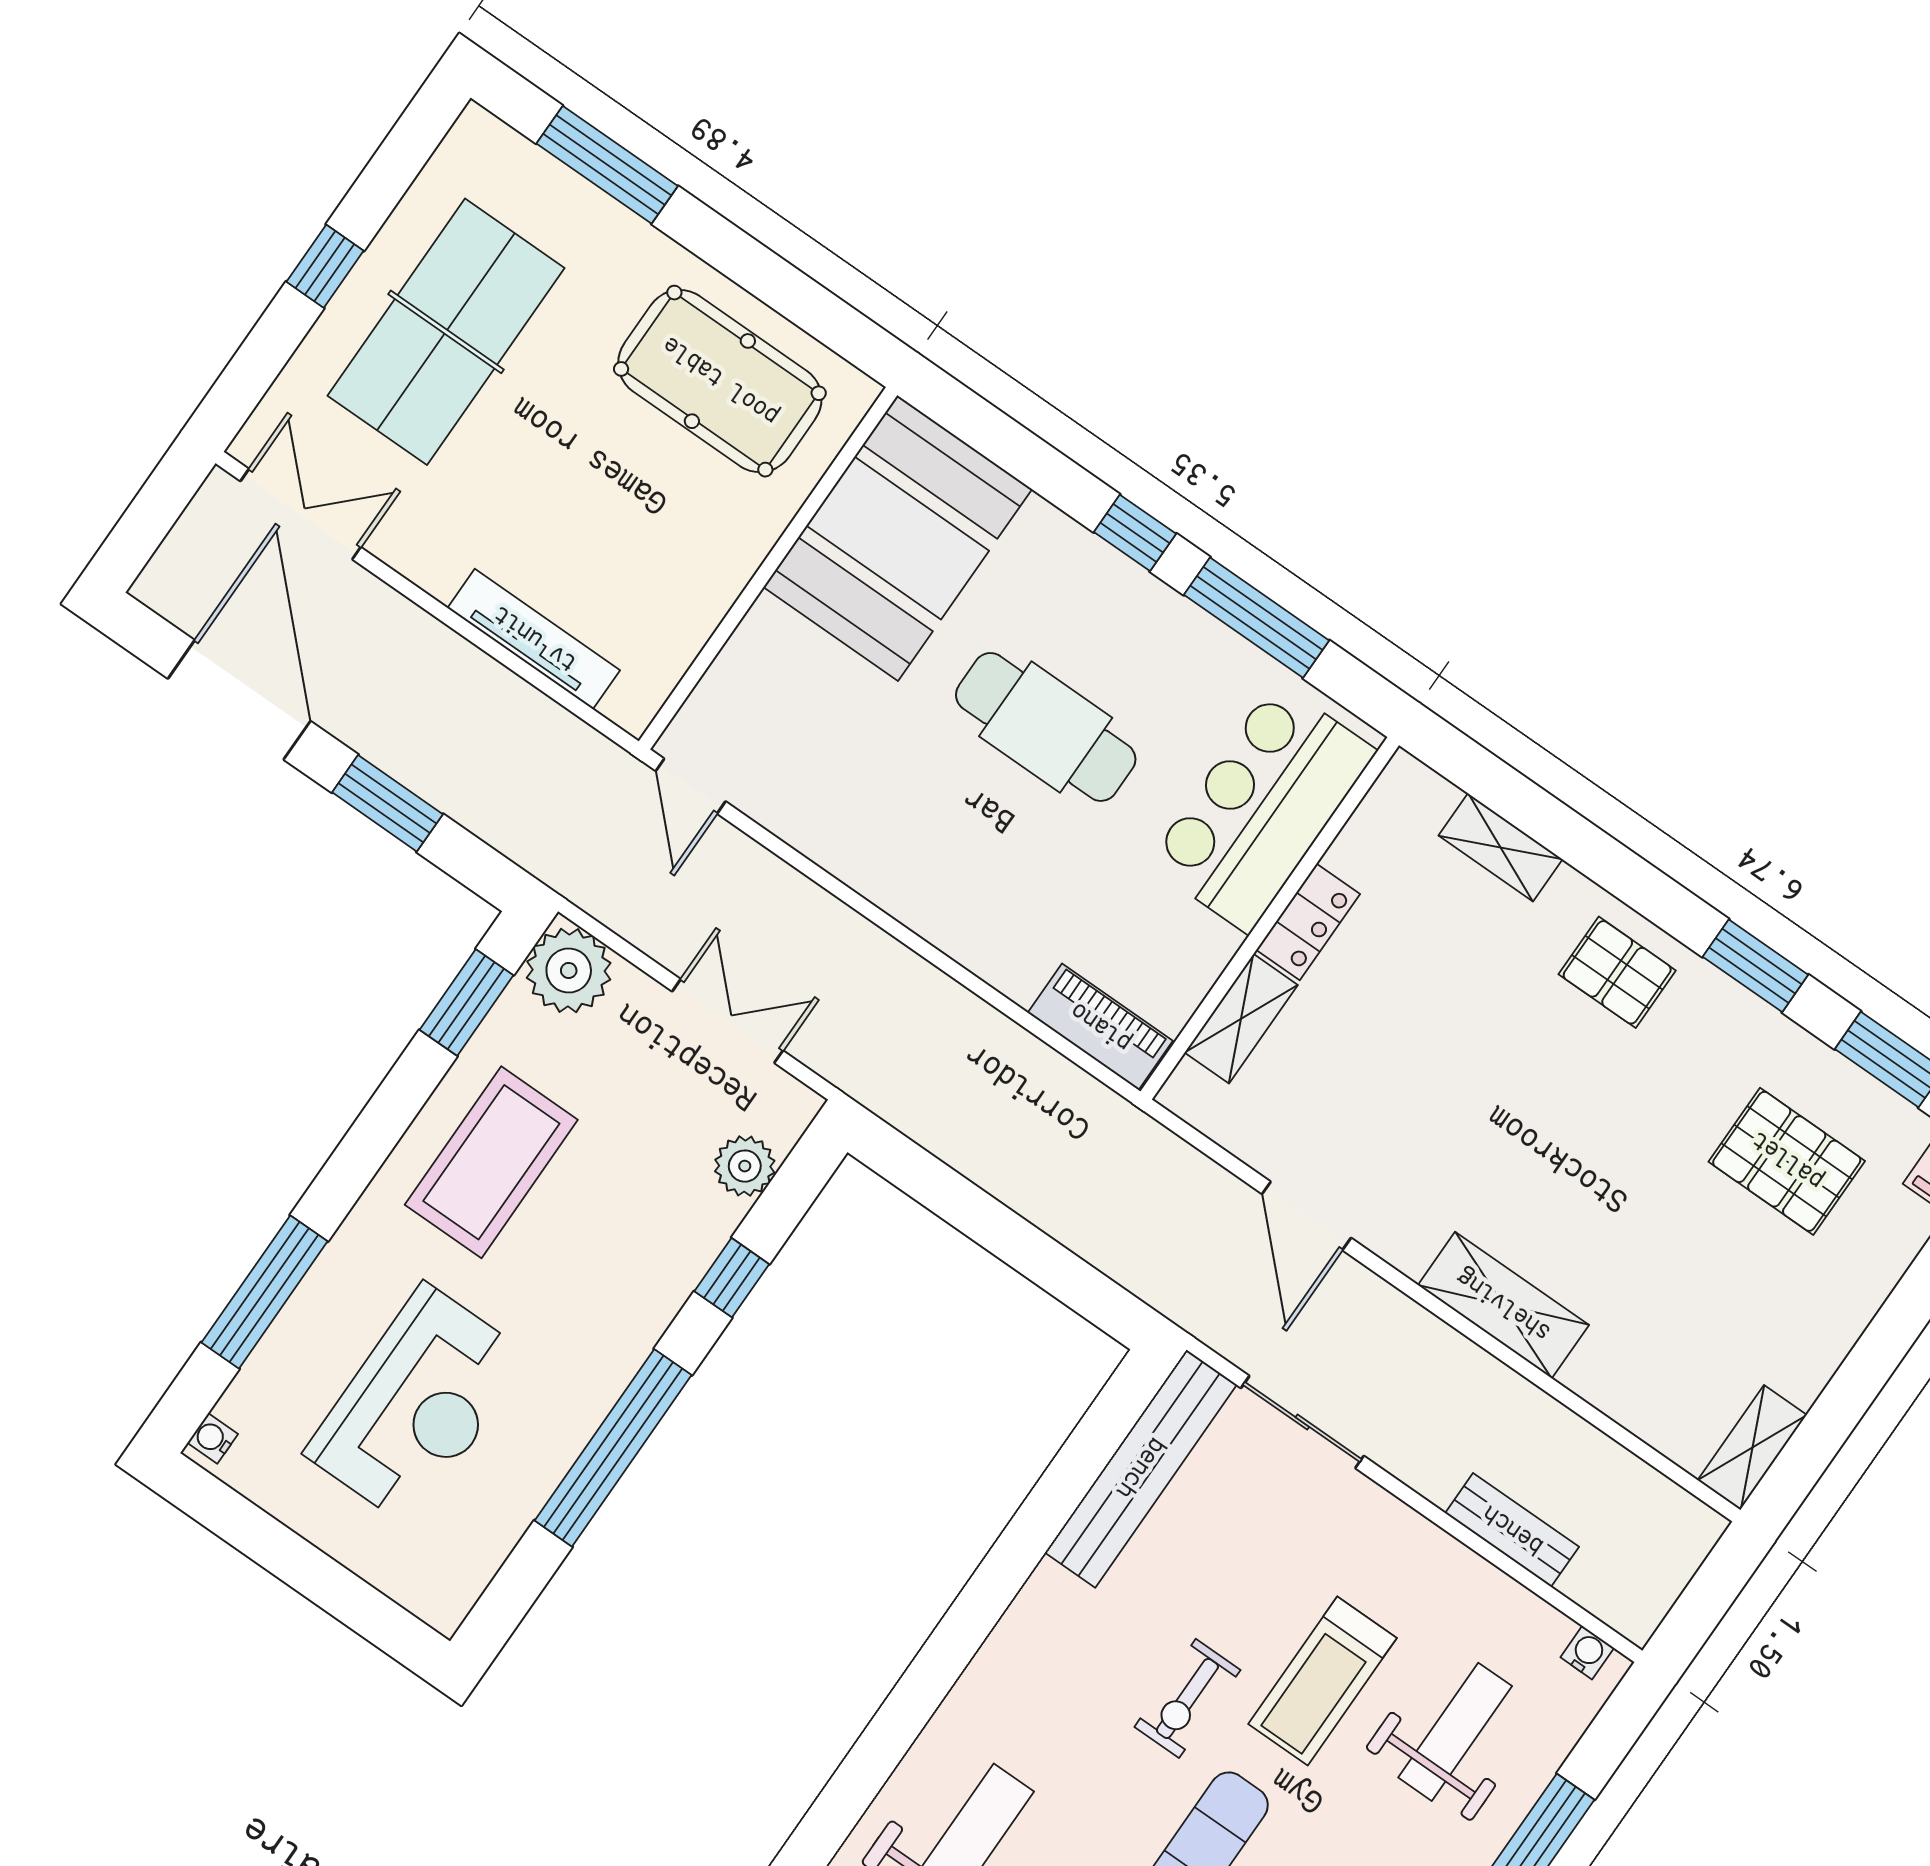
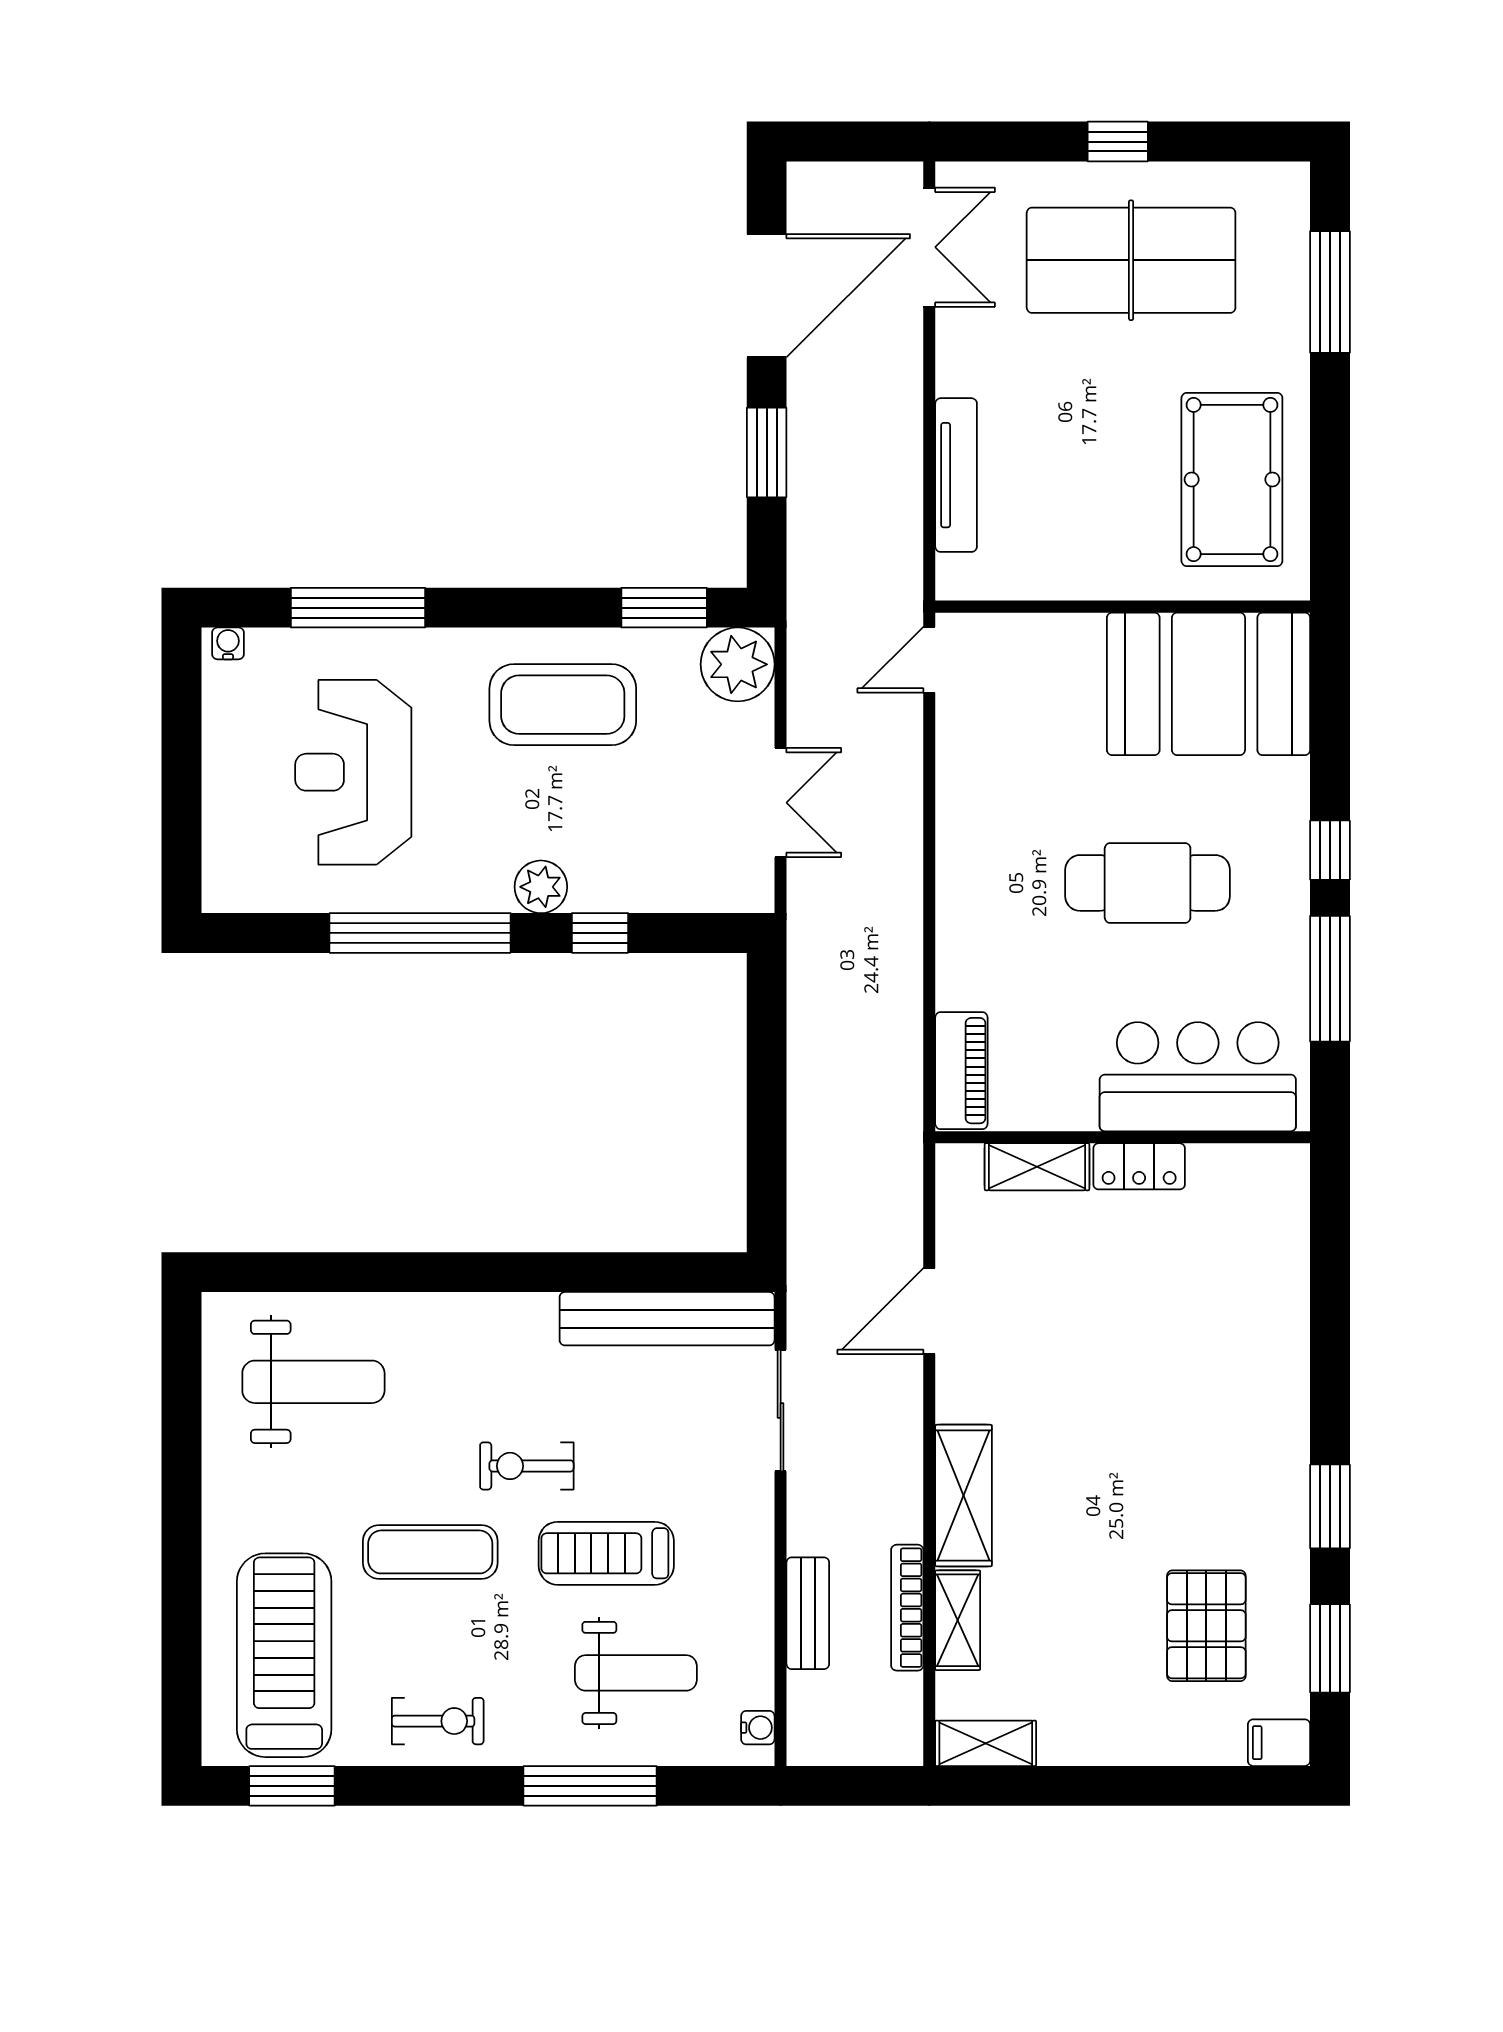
cafe table: (1046, 727) -> (1148, 883), turned 90
shelving: (1501, 847) -> (958, 1620), moved
pallet: (1617, 972) -> (1257, 1411), removed
plant: (745, 1166) -> (541, 887), moved
reception desk: (417, 1405) -> (353, 772), turned 90
bookcase: (1572, 1432) -> (907, 1608), added

